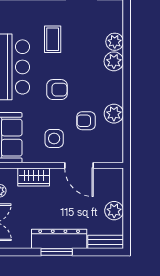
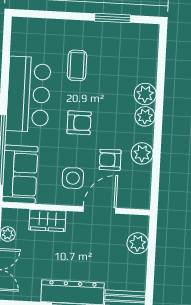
plant: (115, 42) -> (145, 116), moved
door: (79, 165) -> (99, 210), swing flipped
plant: (114, 211) -> (138, 243), moved

